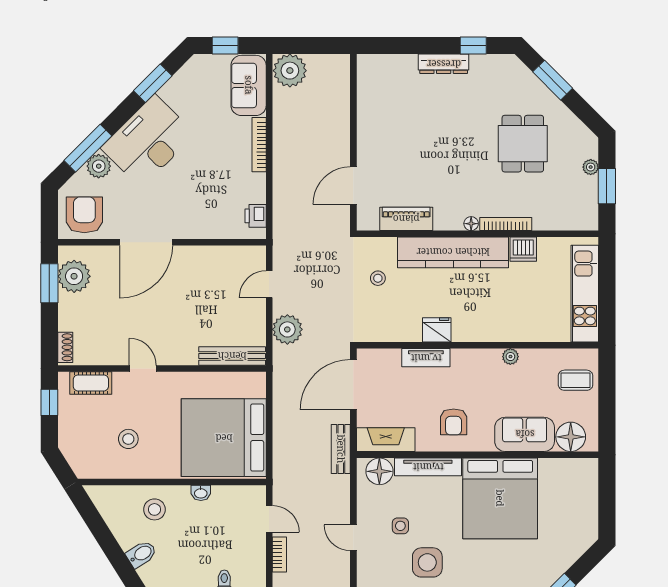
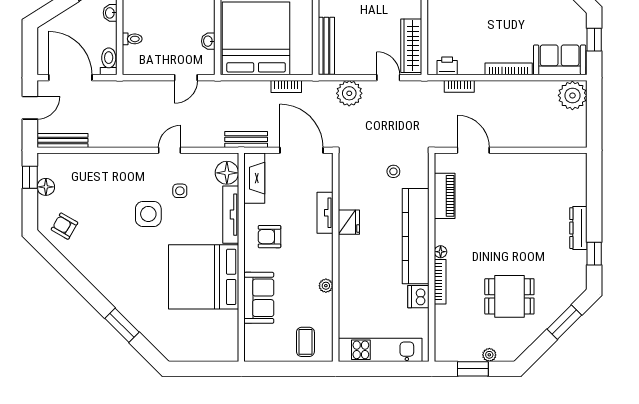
bookcase: (279, 202) -> (459, 86), added
wardrobe: (232, 257) -> (411, 46), added
floor lamp: (571, 437) -> (257, 338), removed
washbasin: (201, 493) -> (208, 41), moved
bookcase: (279, 555) -> (286, 86), moved

